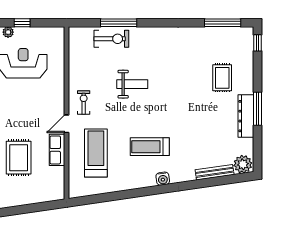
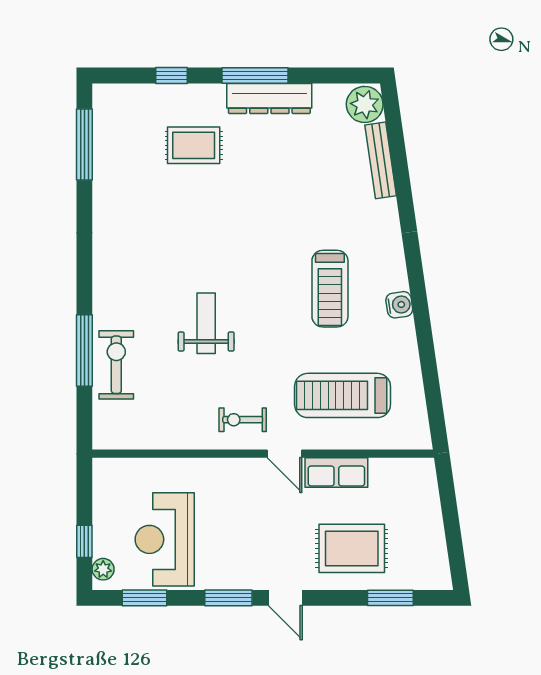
window: (257, 43) -> (172, 76), moved
water cooler: (163, 179) -> (399, 305), moved

